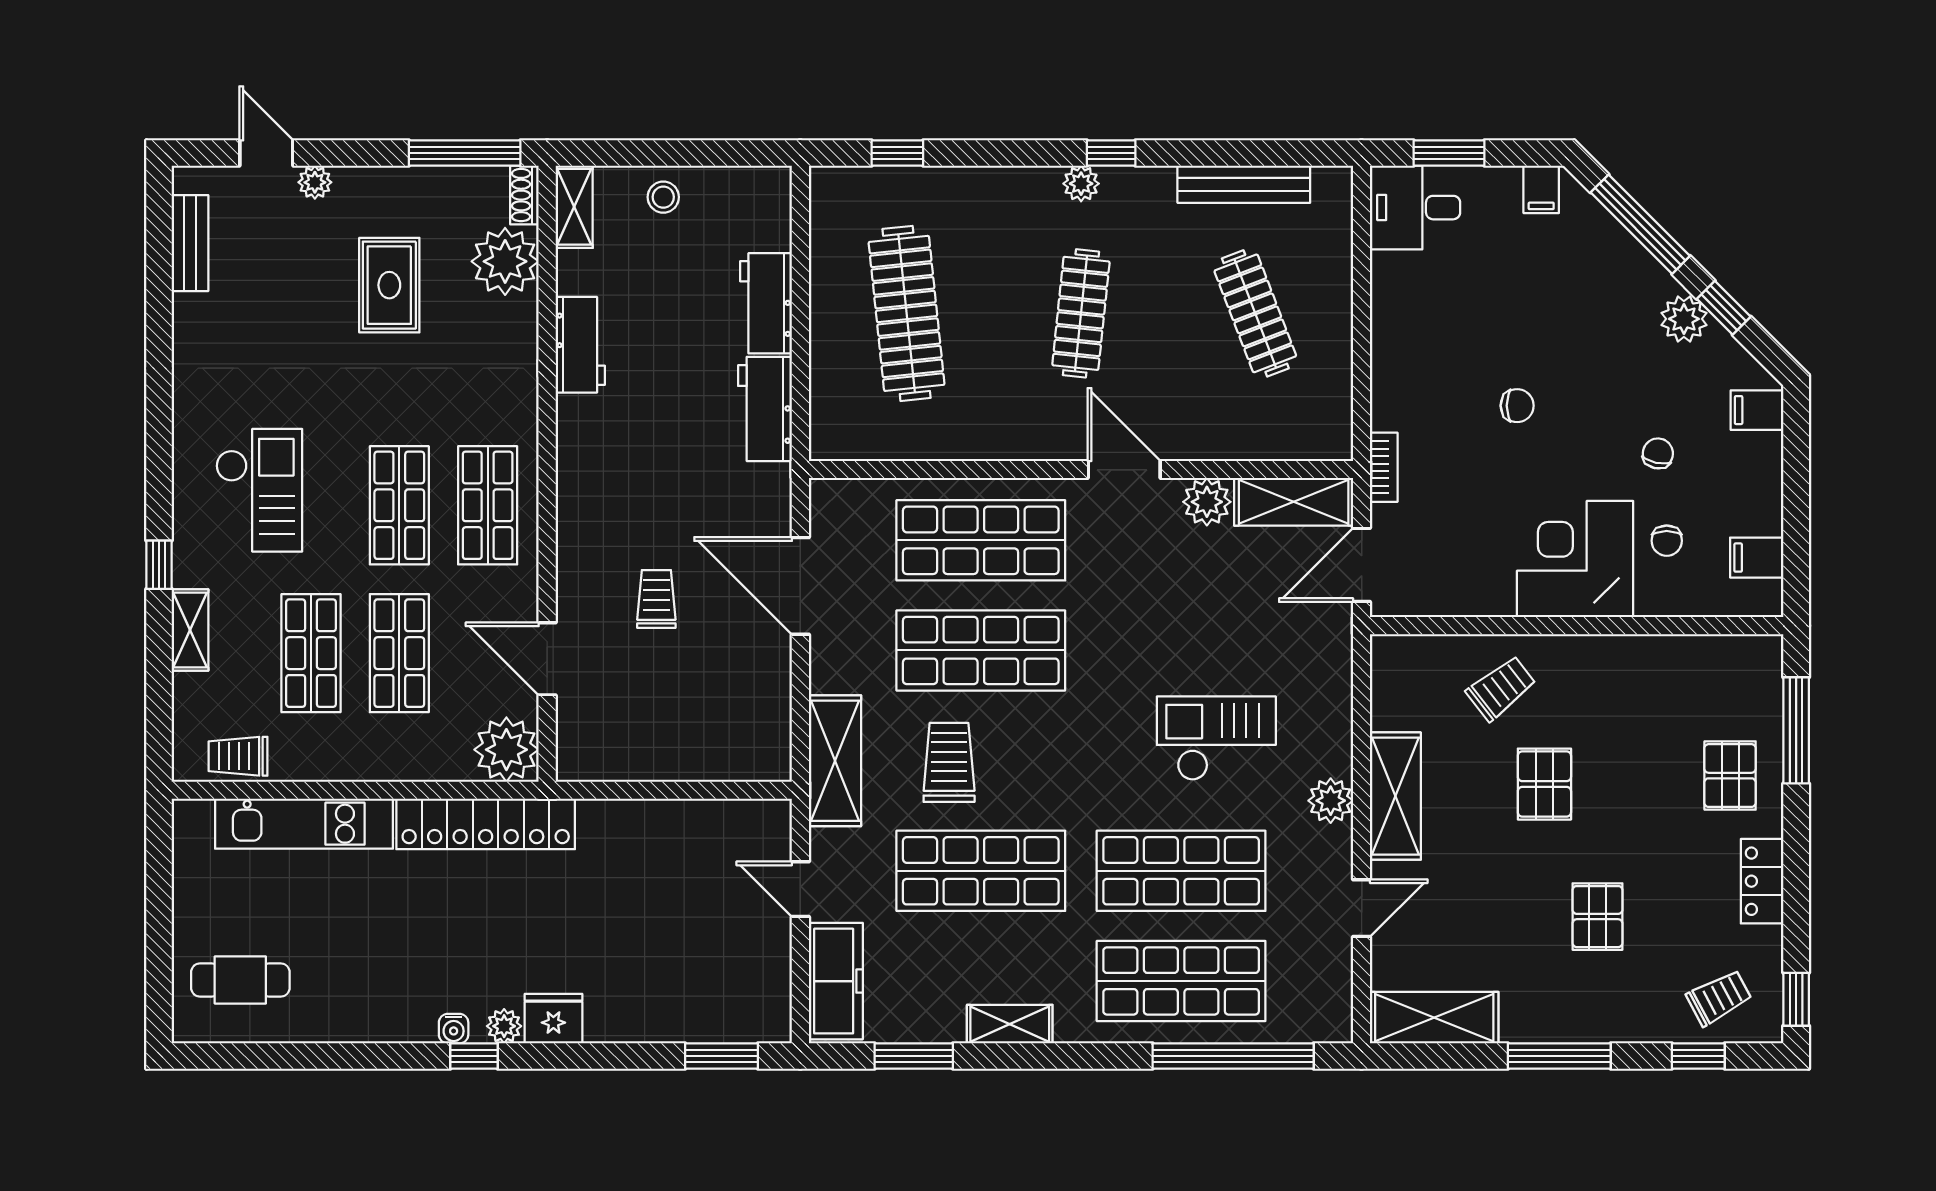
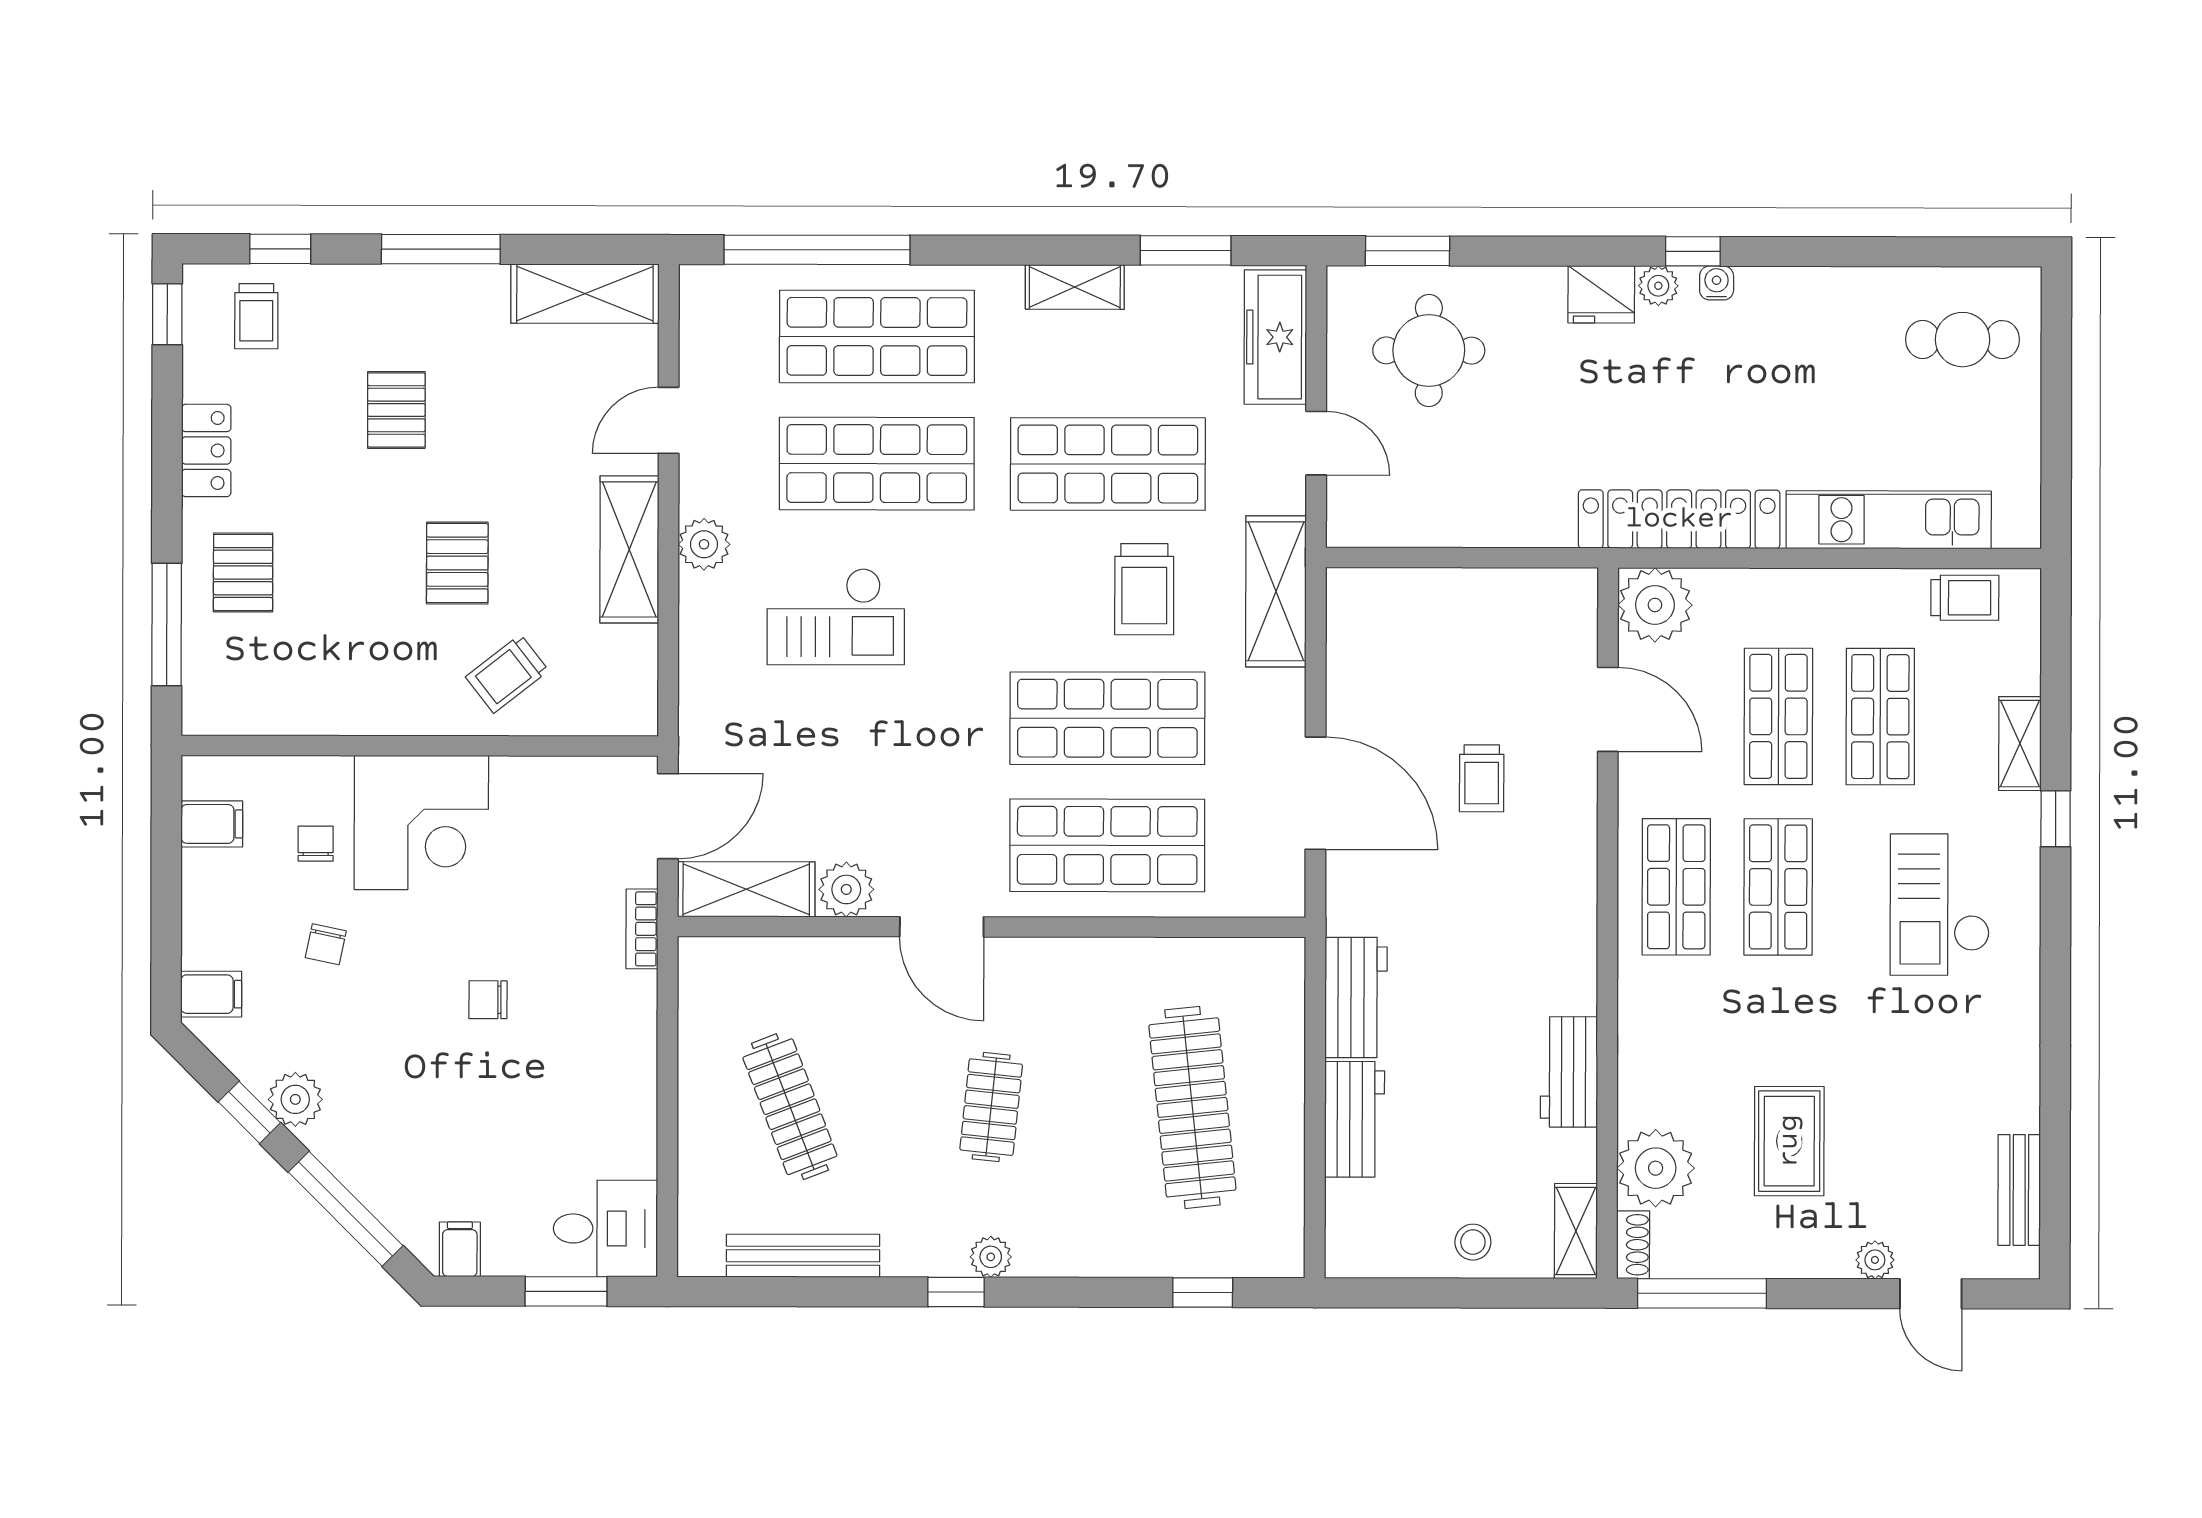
clothes rail: (1081, 313) -> (991, 1107), width x0.73
round table: (703, 970) -> (1429, 350), added
trolley: (1719, 998) -> (256, 316), turned -62

